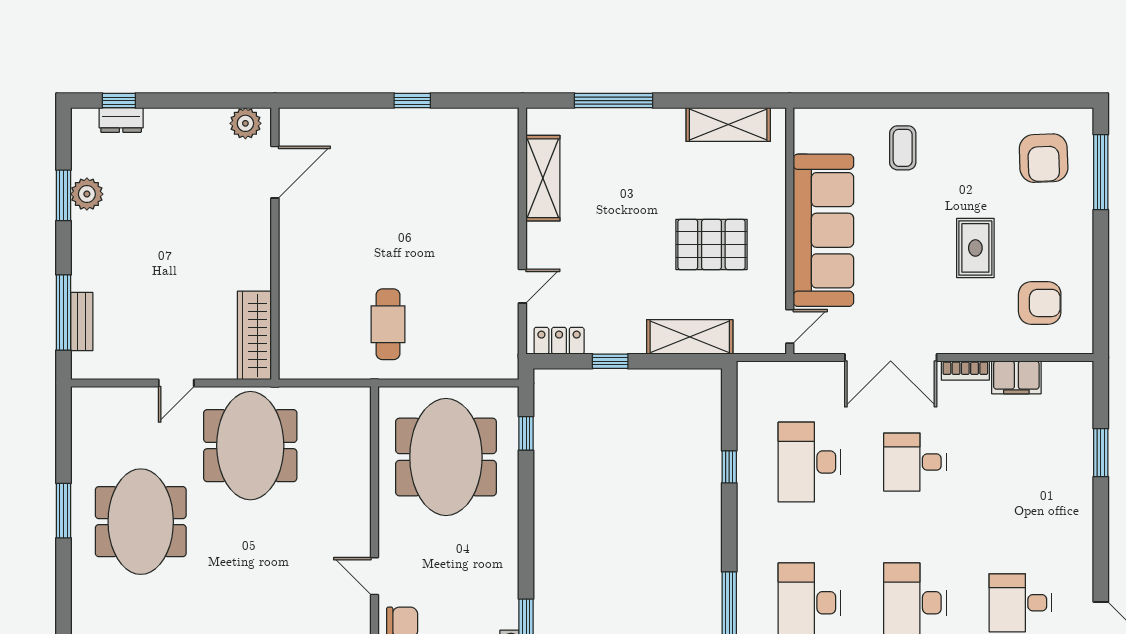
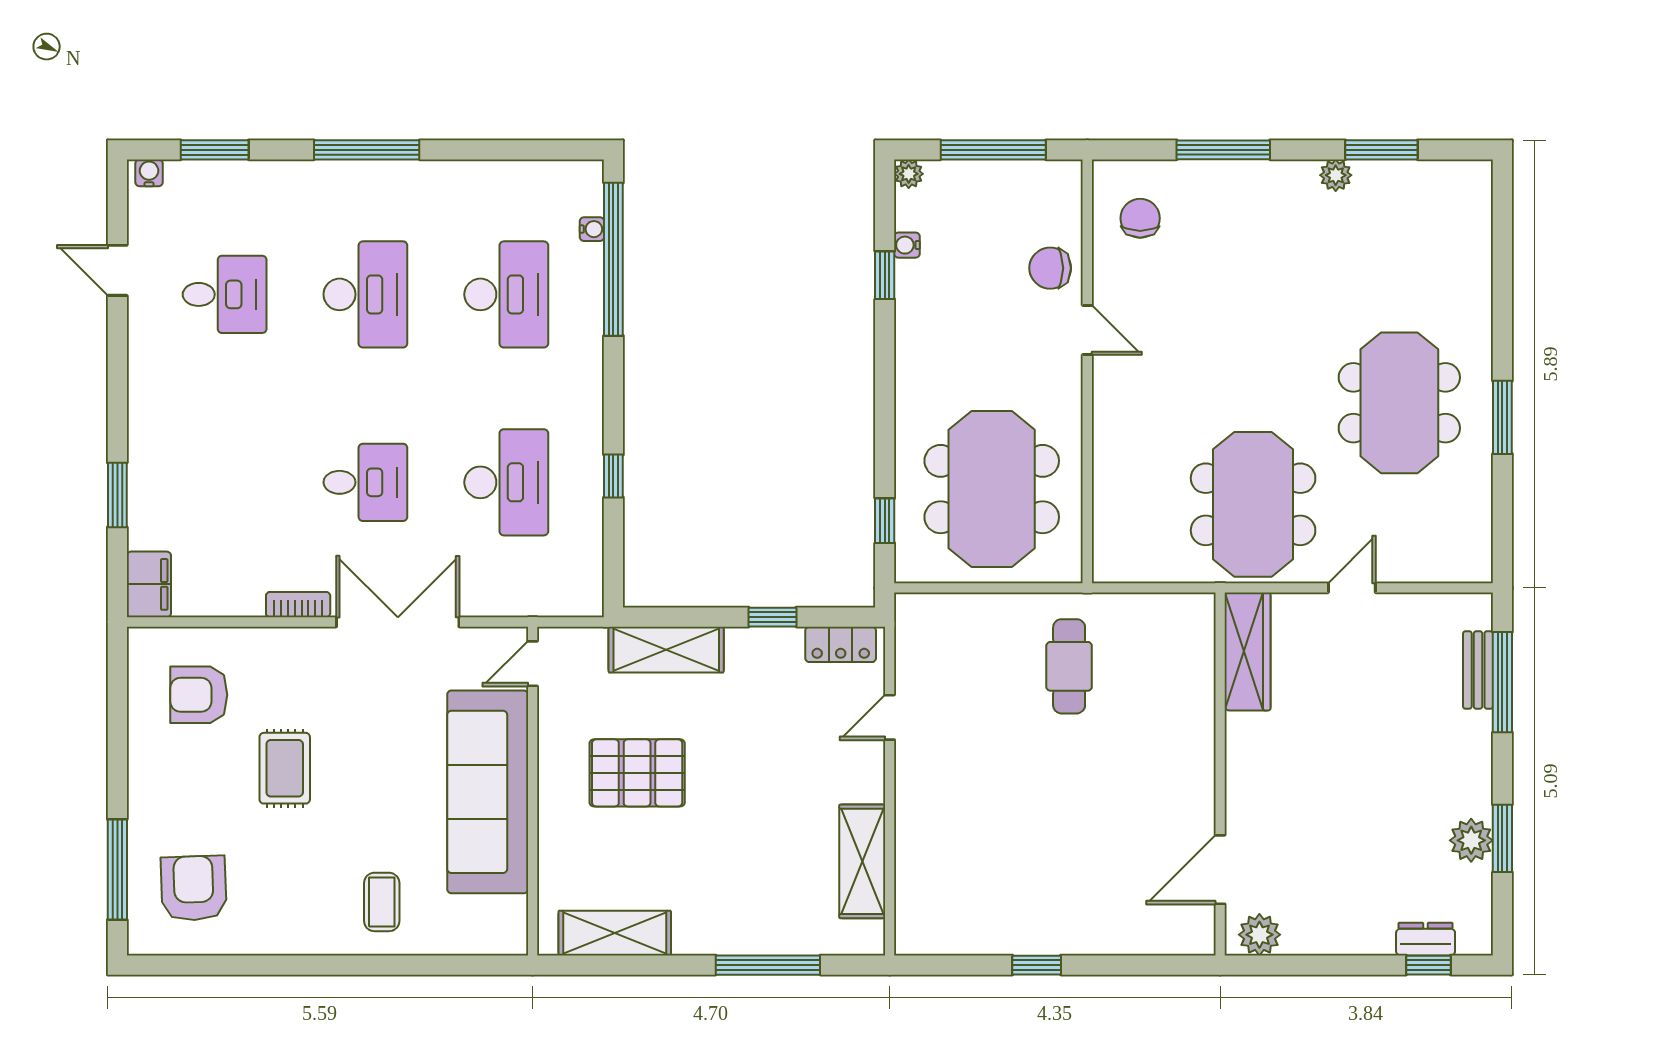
filing cabinet: (1016, 377) -> (149, 584), moved, turned 90

